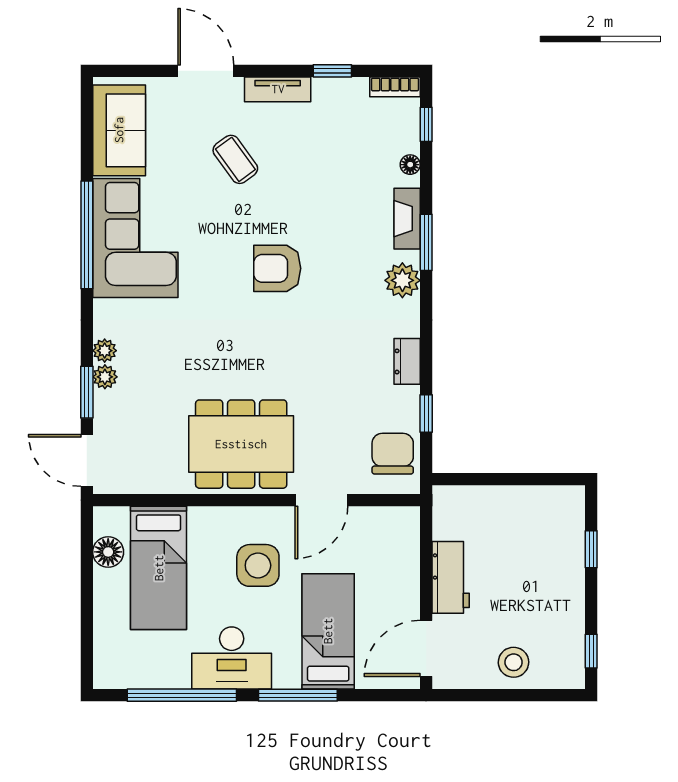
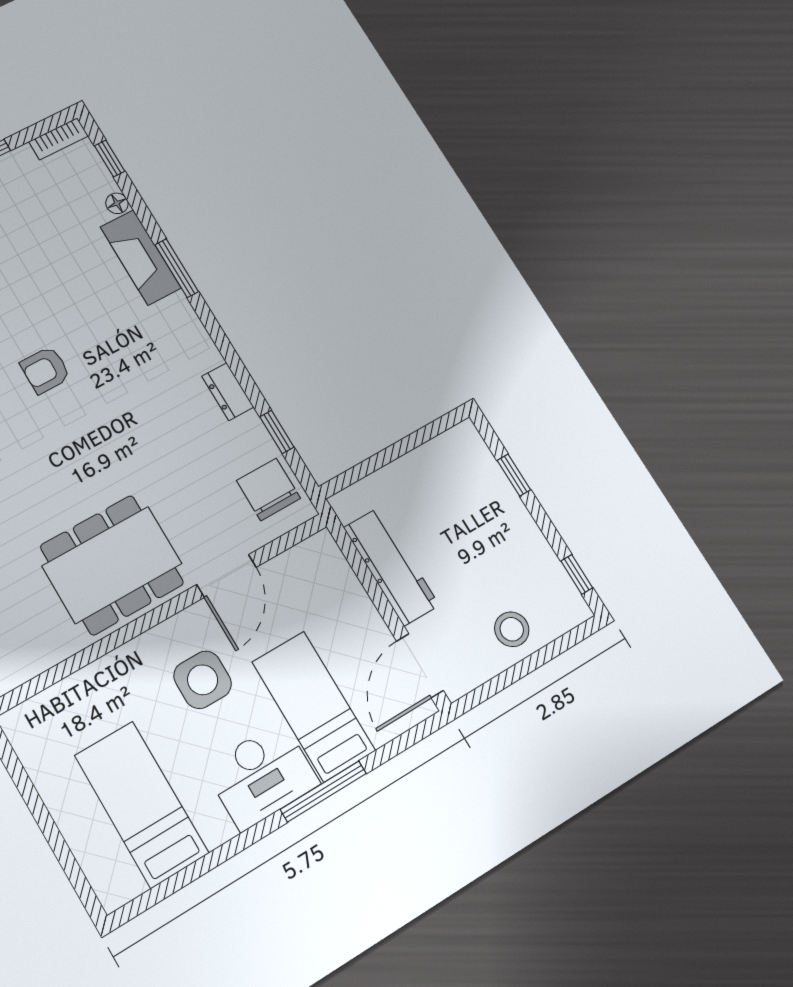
fireplace: (407, 219) -> (141, 257), width x1.37, depth x1.32
armchair: (277, 268) -> (45, 370), width x0.72, depth x0.72
plant: (402, 280) -> (176, 316), removed
floor lamp: (108, 552) -> (39, 757), removed
bed: (159, 568) -> (142, 804), moved, turned 180
workbench: (451, 577) -> (391, 566), width x1.37
desk: (232, 658) -> (262, 776), moved
window: (182, 695) -> (205, 865), removed

